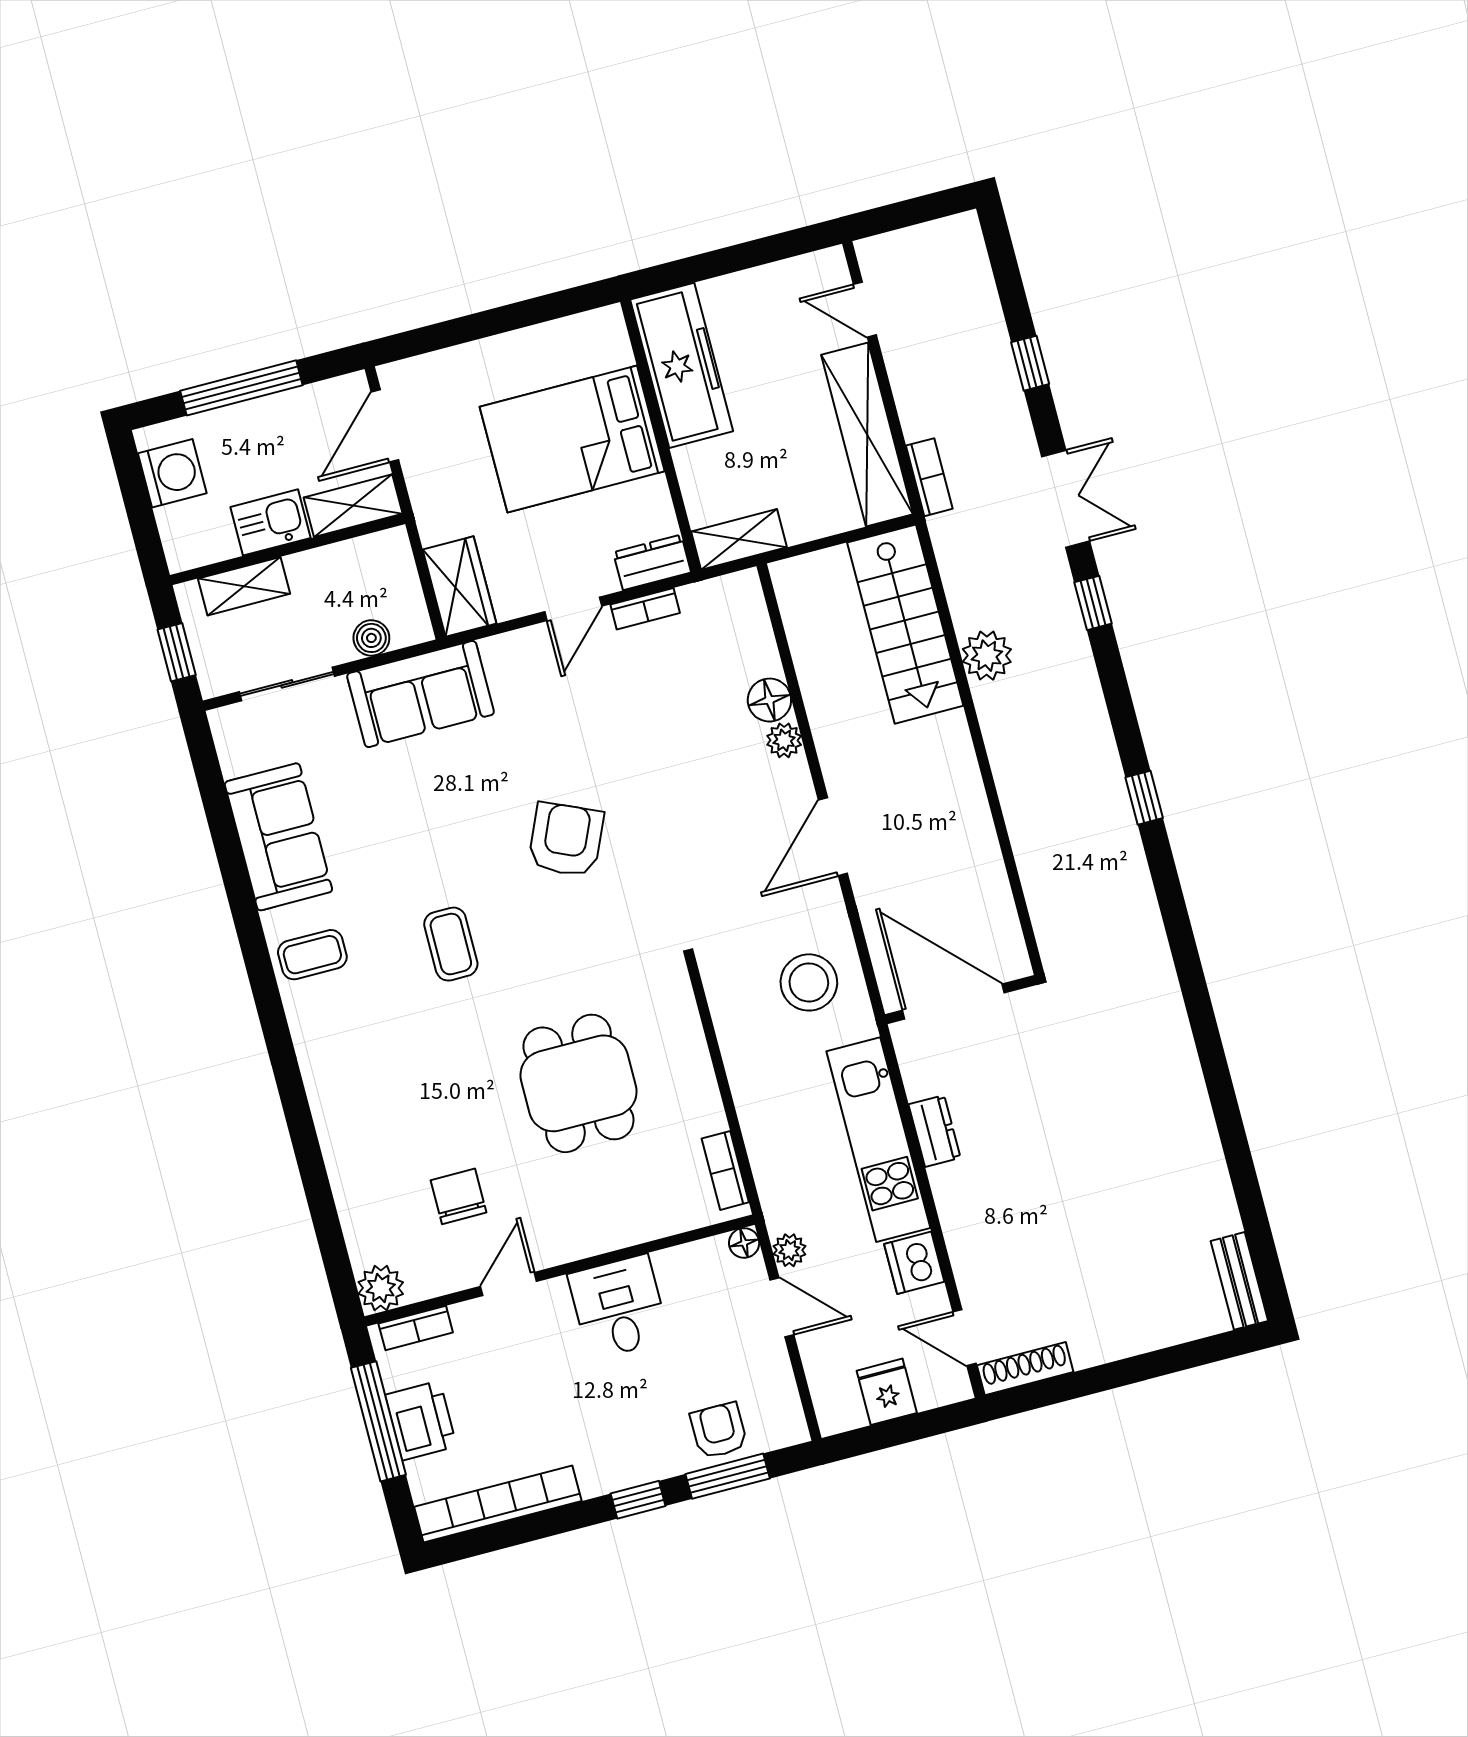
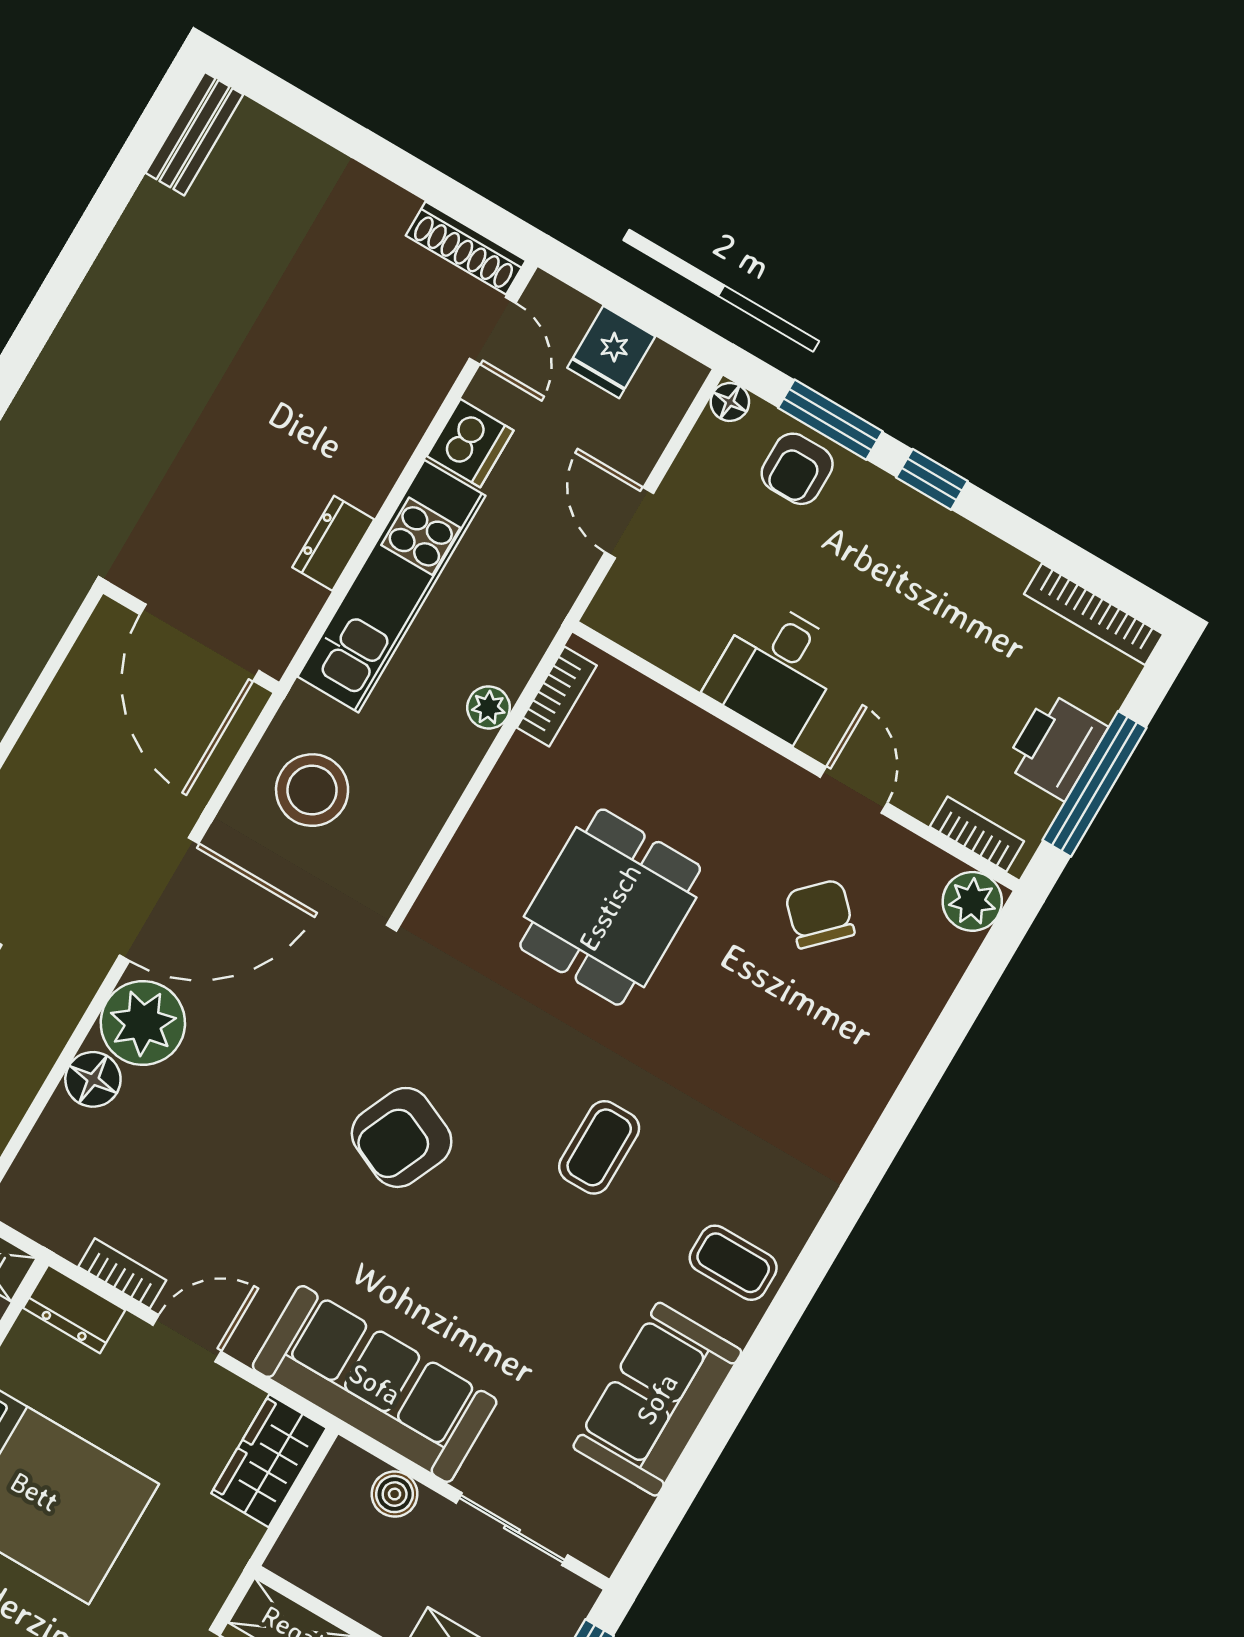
sofa: (420, 694) -> (375, 1384), width x1.36
plant: (784, 740) -> (143, 1023), width x1.88, depth x1.88
door: (833, 837) -> (159, 899), width x1.36
chair: (458, 1196) -> (820, 914), turned 135
floor lamp: (744, 1243) -> (730, 402), moved
plant: (789, 1250) -> (489, 707), moved
door: (509, 1284) -> (854, 790), swing flipped
bookcase: (498, 1504) -> (1094, 614), width x0.68, depth x0.76

